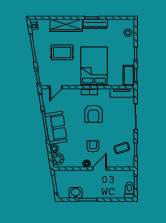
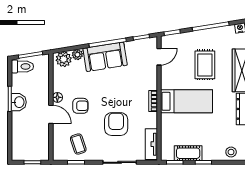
bed: (94, 66) -> (186, 101), width x0.67
cot: (129, 75) -> (188, 153), moved
door: (56, 87) -> (159, 57), swing flipped
armchair: (93, 114) -> (116, 124), moved, turned 90
toilet: (129, 190) -> (22, 66), moved
washbasin: (76, 193) -> (19, 102), moved

